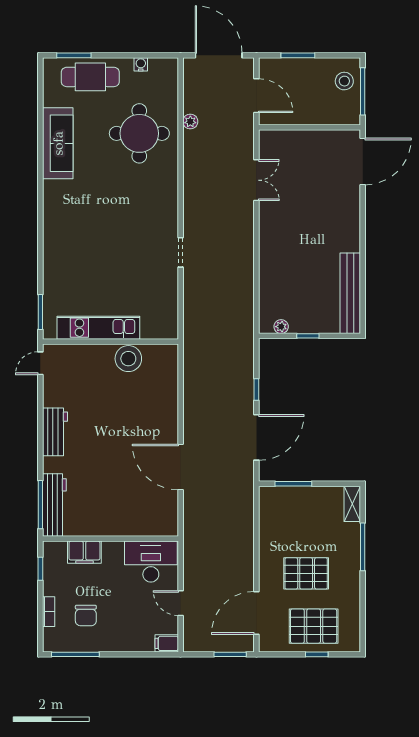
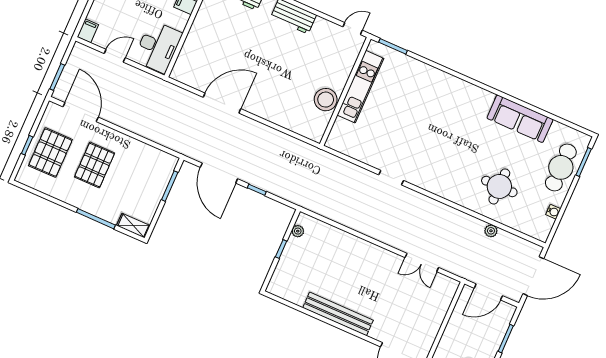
round table: (139, 133) -> (499, 186), width x0.73, depth x0.73
bench: (350, 293) -> (338, 314), moved
door: (40, 363) -> (353, 29), hinge flipped

